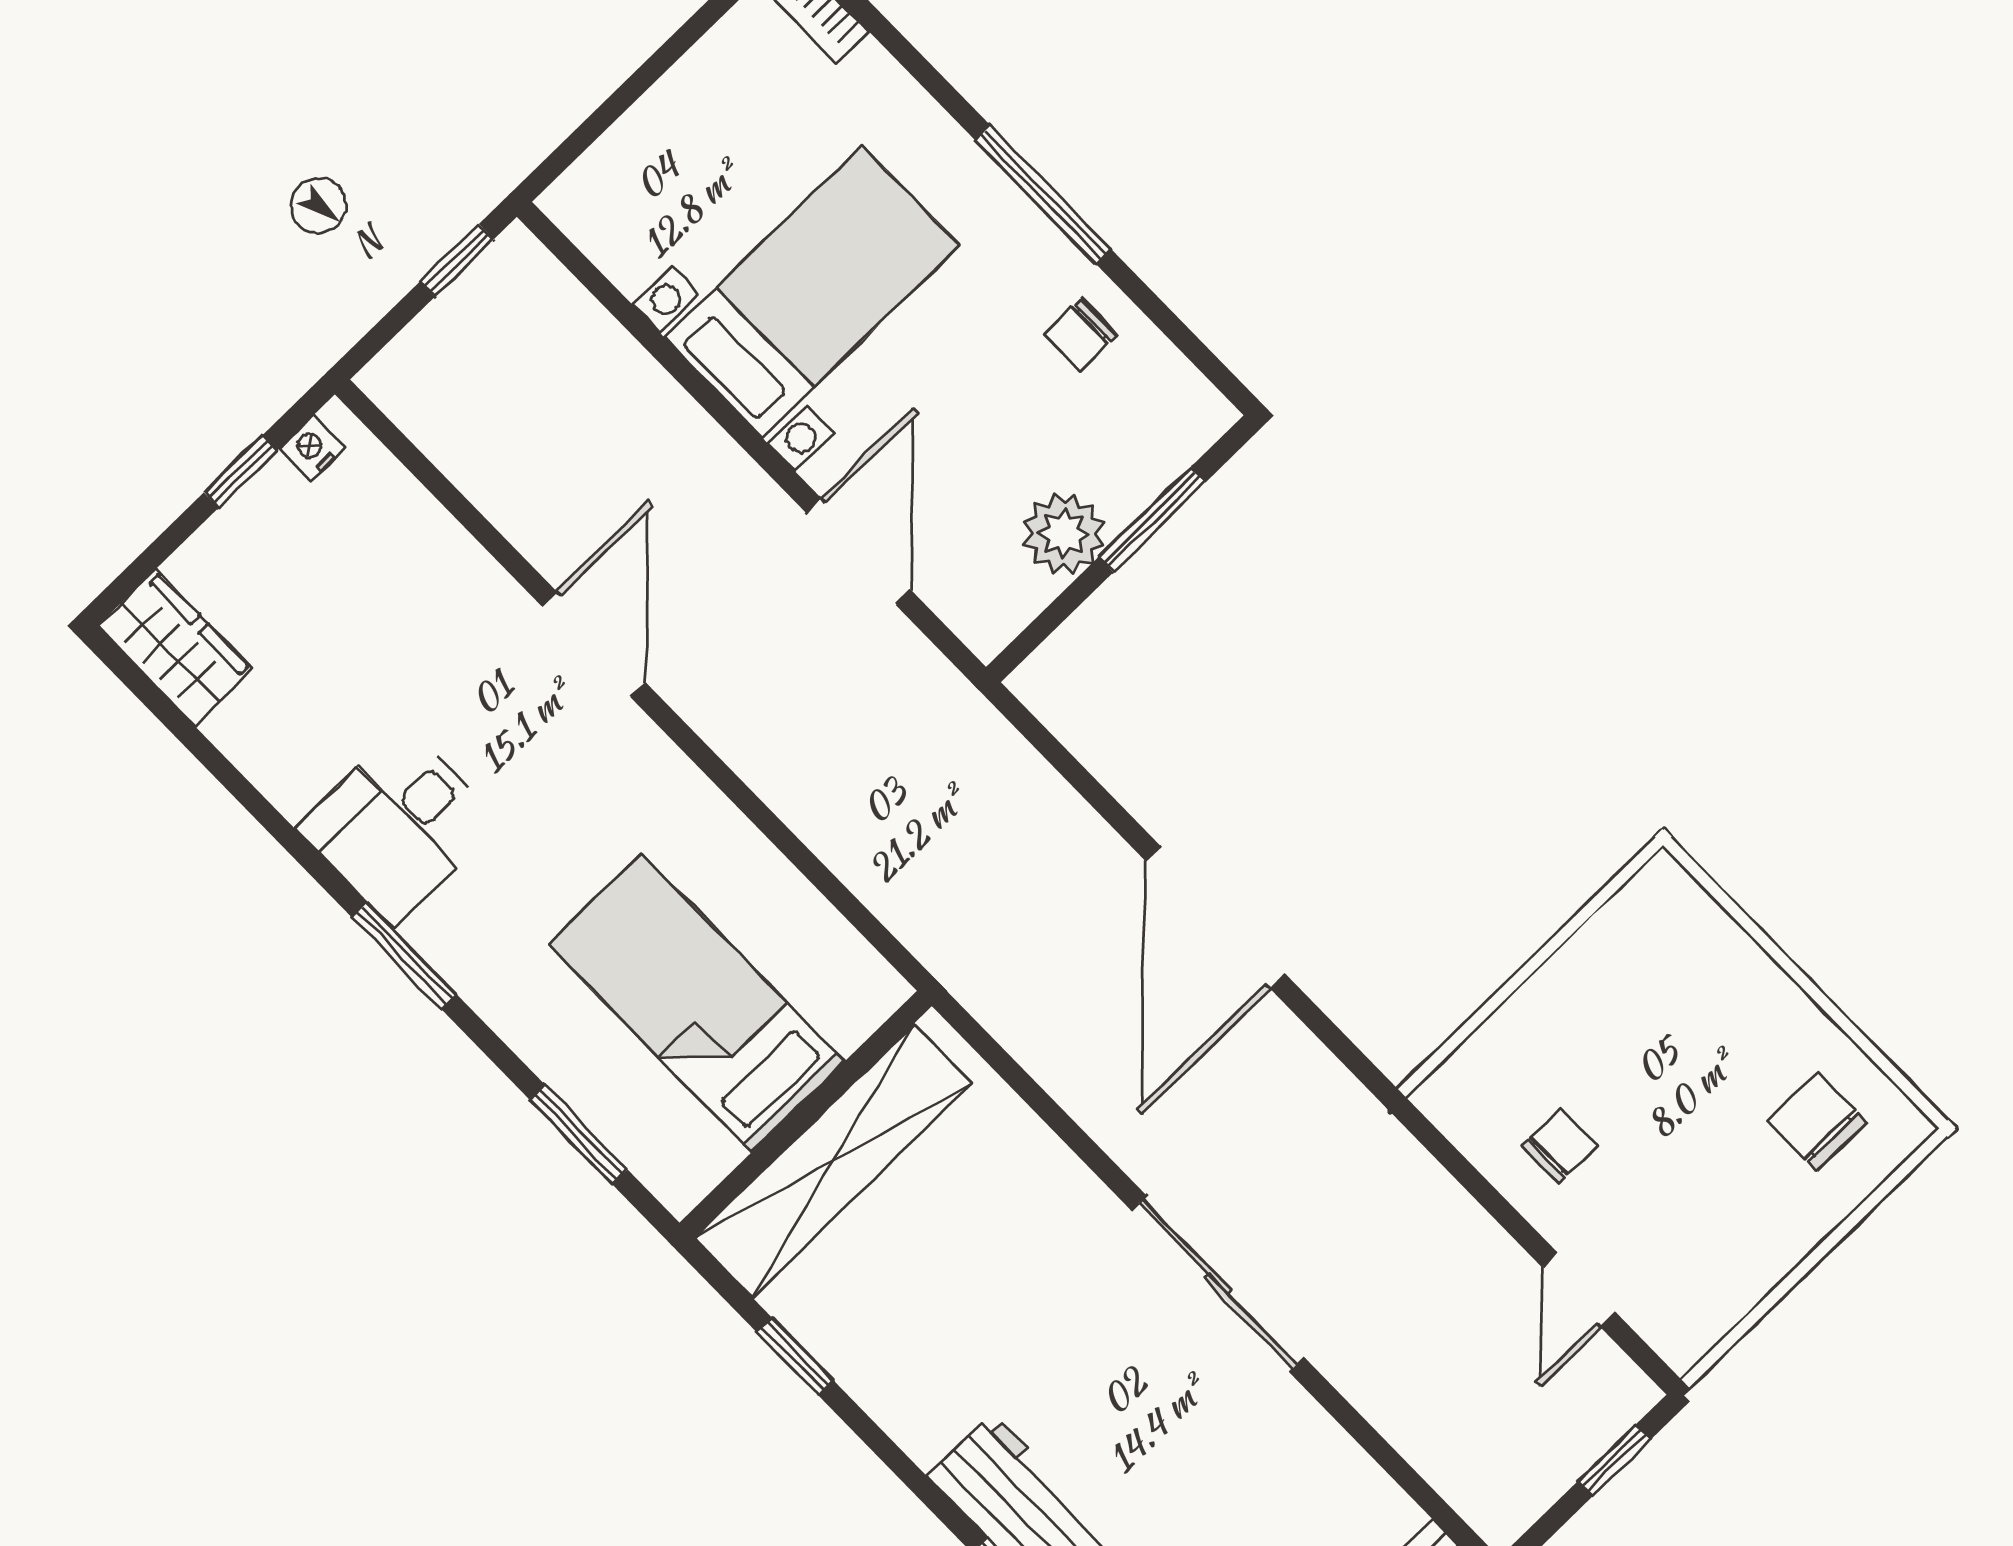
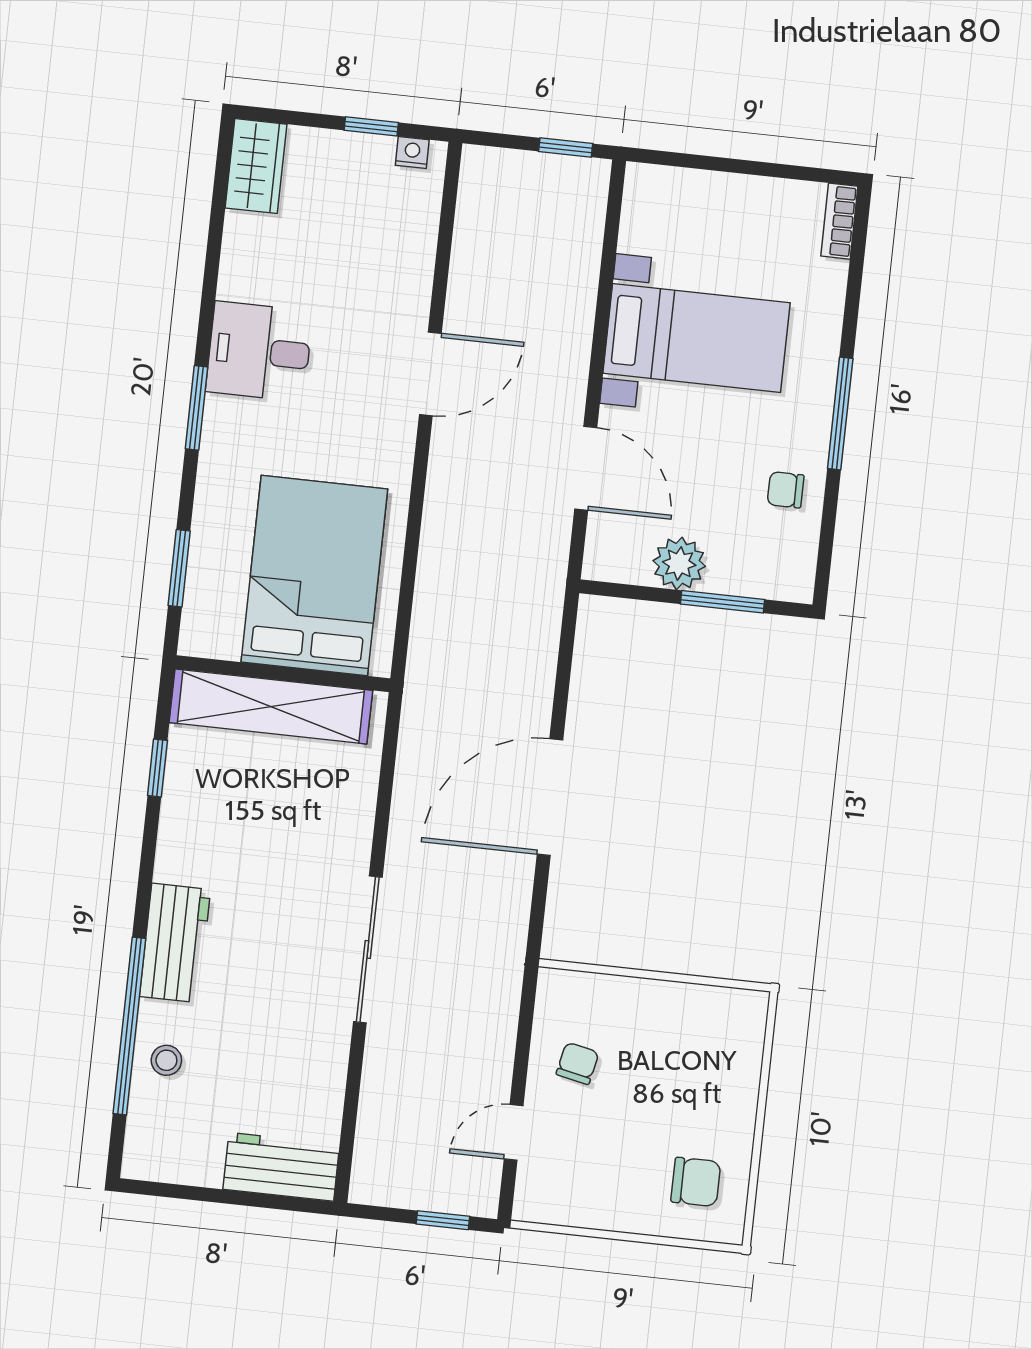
door: (859, 552) -> (586, 468), hinge flipped
bed: (696, 1003) -> (314, 575), width x1.50
chair: (1817, 1121) -> (696, 1182), turned 90
chair: (1560, 1146) -> (578, 1063), turned -78

